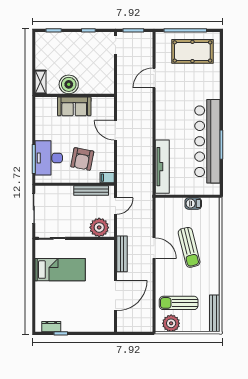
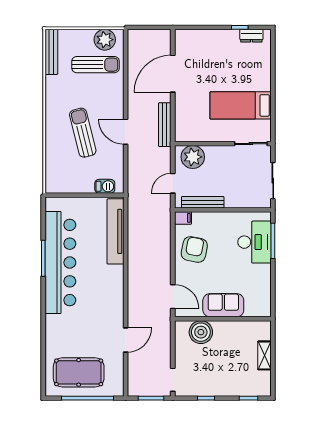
shelving: (41, 82) -> (265, 355), moved
boiler: (69, 84) -> (201, 332), moved
door: (116, 130) -> (173, 297), moved
armchair: (82, 159) -> (194, 249), moved
barbecue: (193, 204) -> (105, 186), moved

